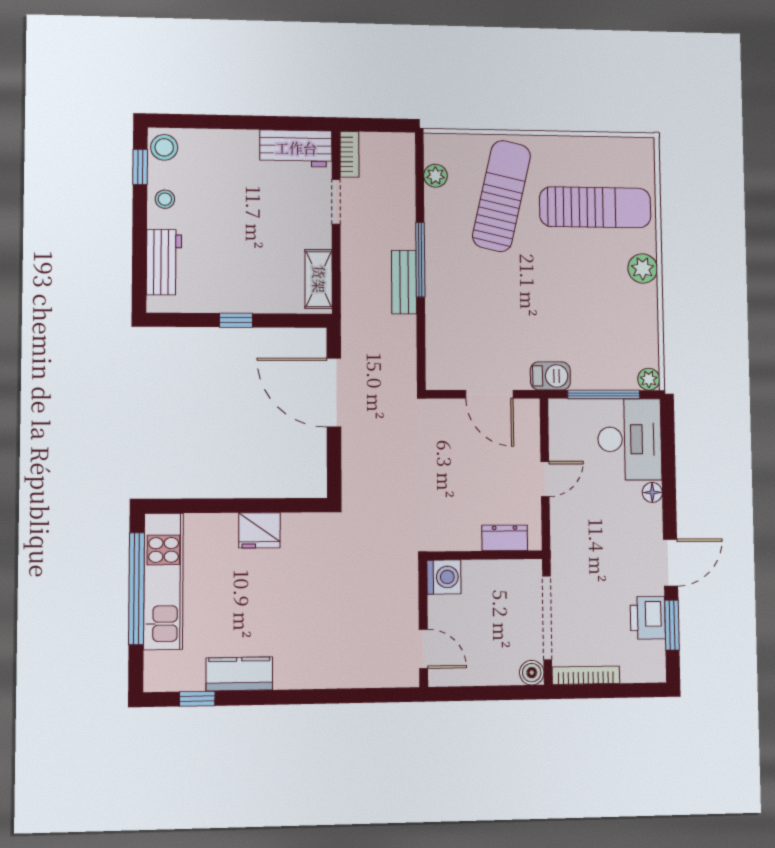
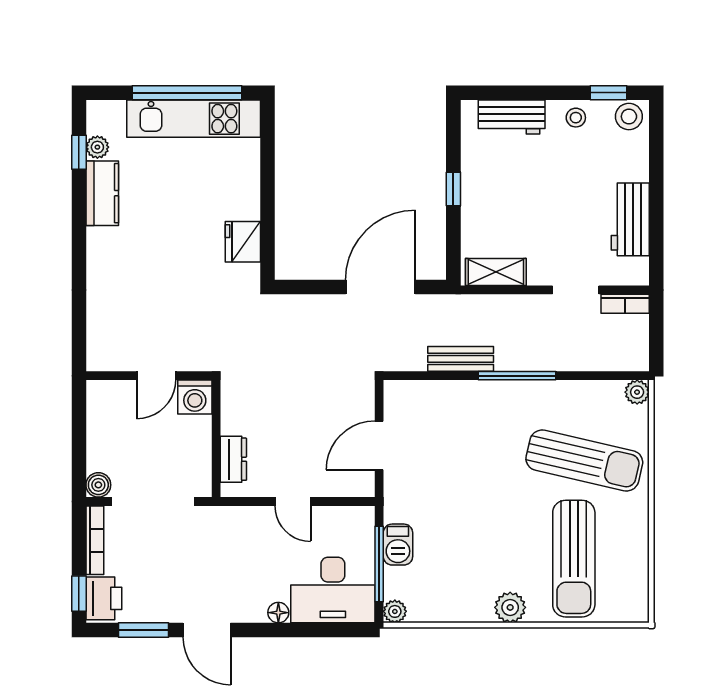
workbench: (296, 148) -> (630, 219), moved
plant: (435, 176) -> (637, 392), moved
bench: (404, 282) -> (461, 359), moved
barbecue: (550, 376) -> (398, 545), moved
fridge: (259, 530) -> (243, 242), moved
printer: (648, 618) -> (104, 598), moved, turned 90
door: (423, 649) -> (156, 376), moved
plant: (192, 680) -> (97, 147), added
window: (638, 690) -> (79, 594), added

